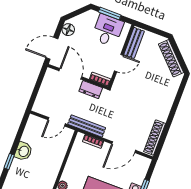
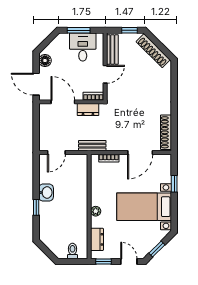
window: (156, 31) -> (129, 30), added
door: (52, 48) -> (36, 84), hinge flipped
door: (57, 122) -> (56, 153), moved
bench: (87, 126) -> (92, 146), width x0.73

